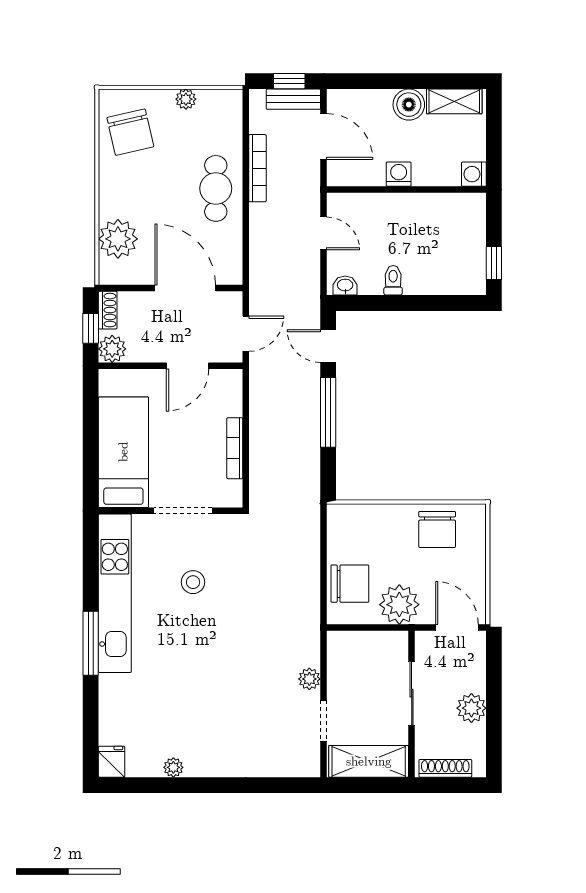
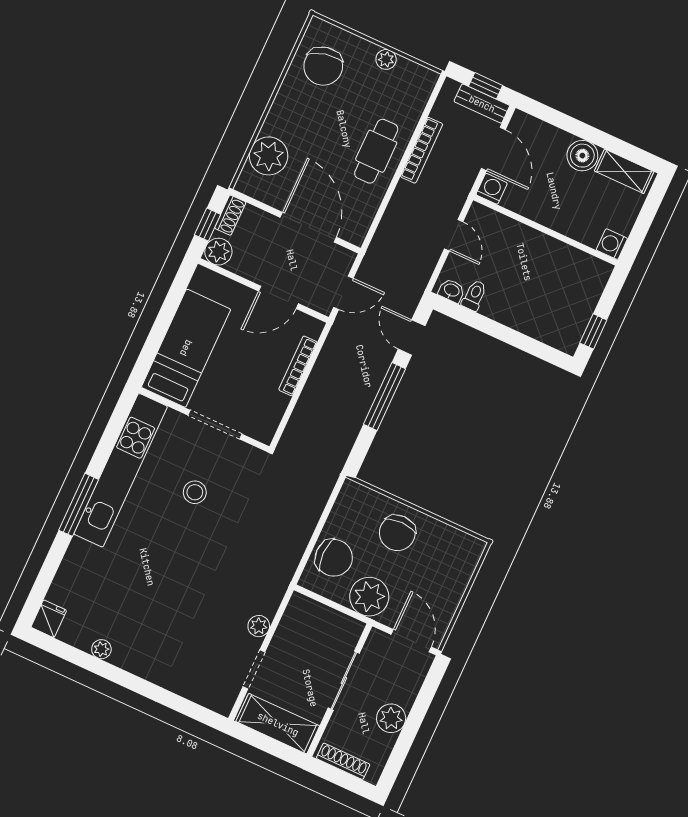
washing machine: (399, 174) -> (492, 189), moved
toilet: (393, 280) -> (474, 295), moved
bookcase: (235, 448) -> (298, 366), moved
chair: (437, 529) -> (397, 533), moved

